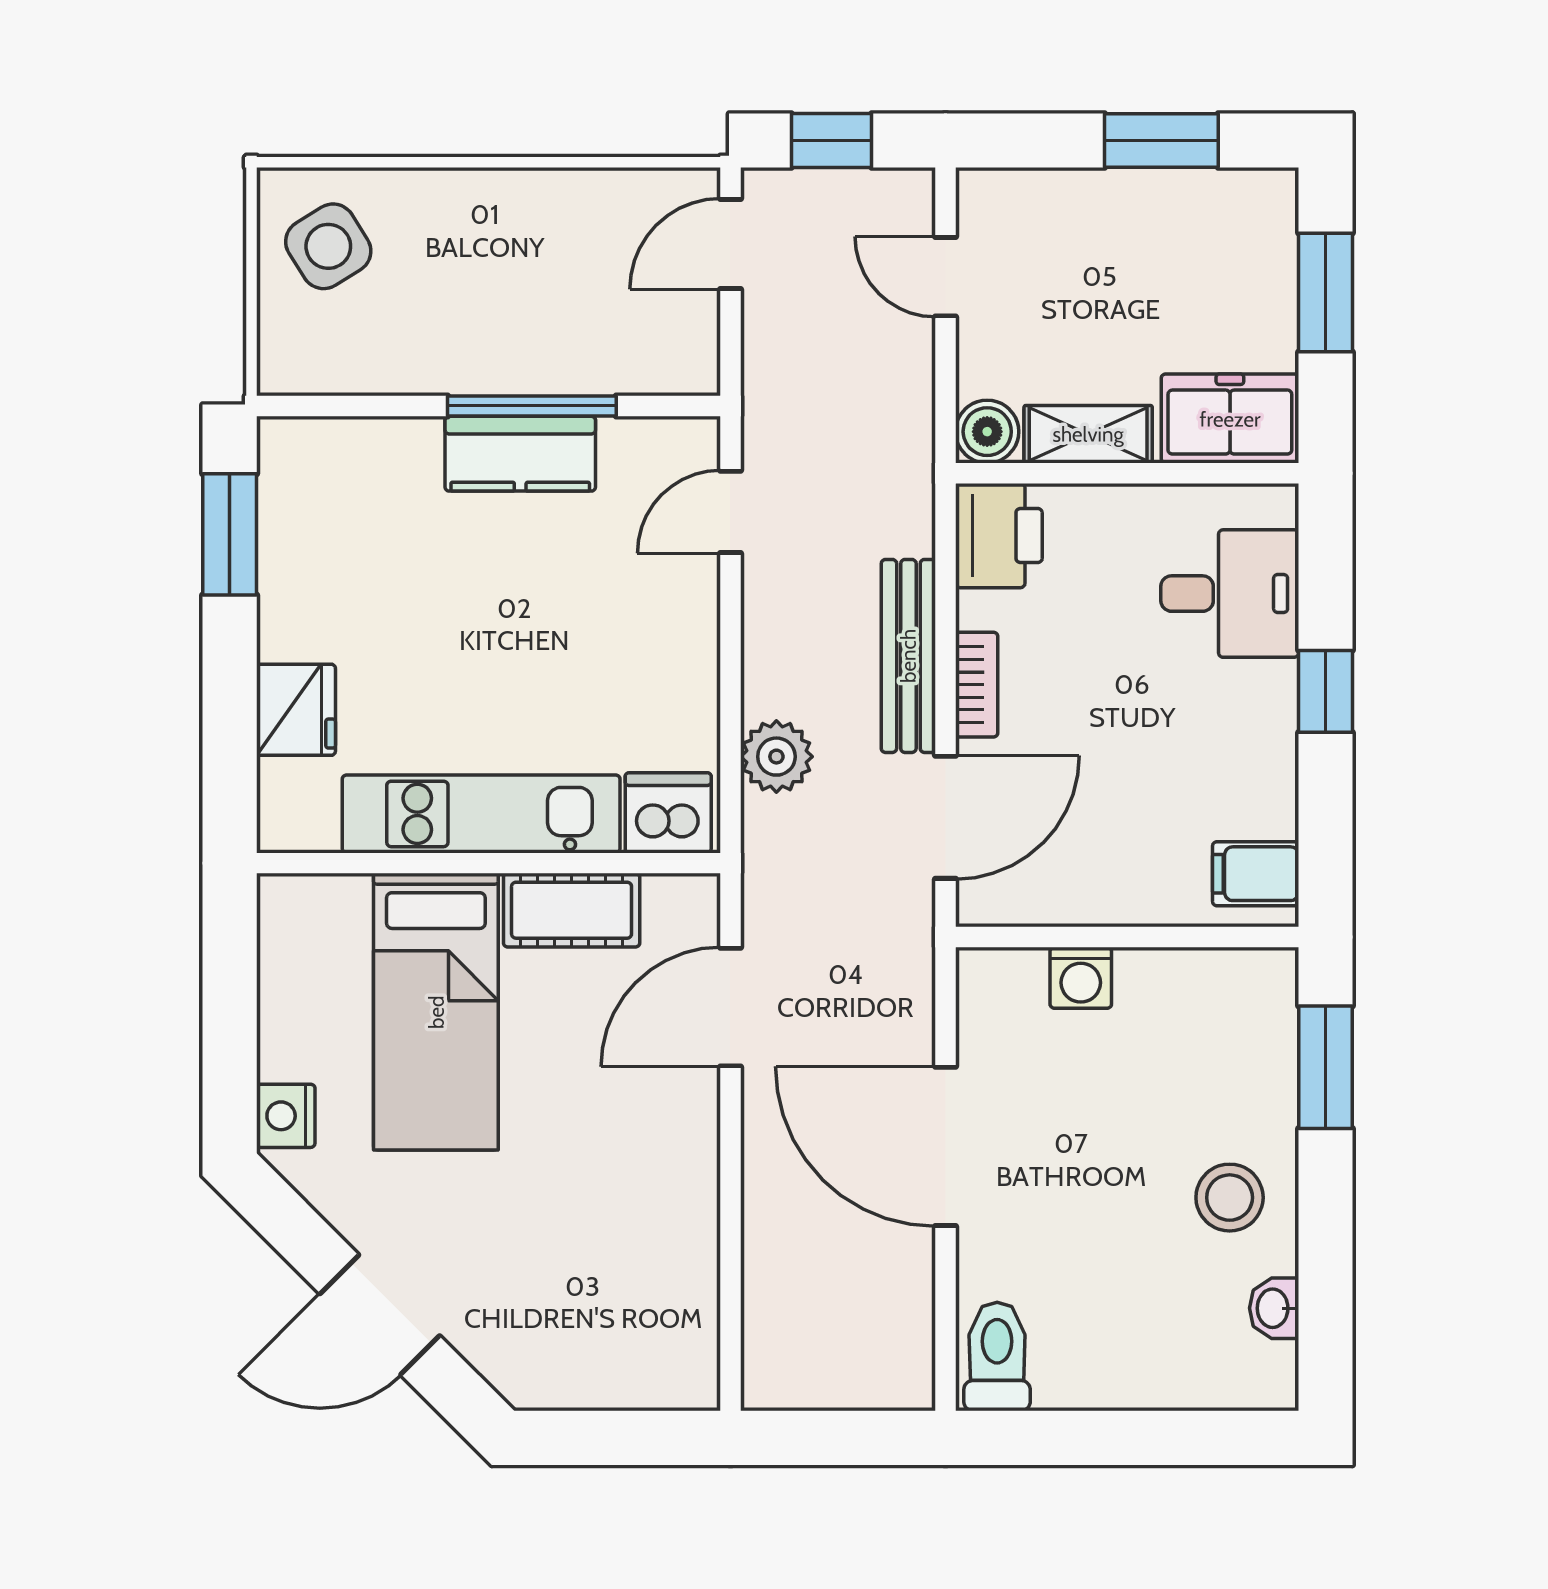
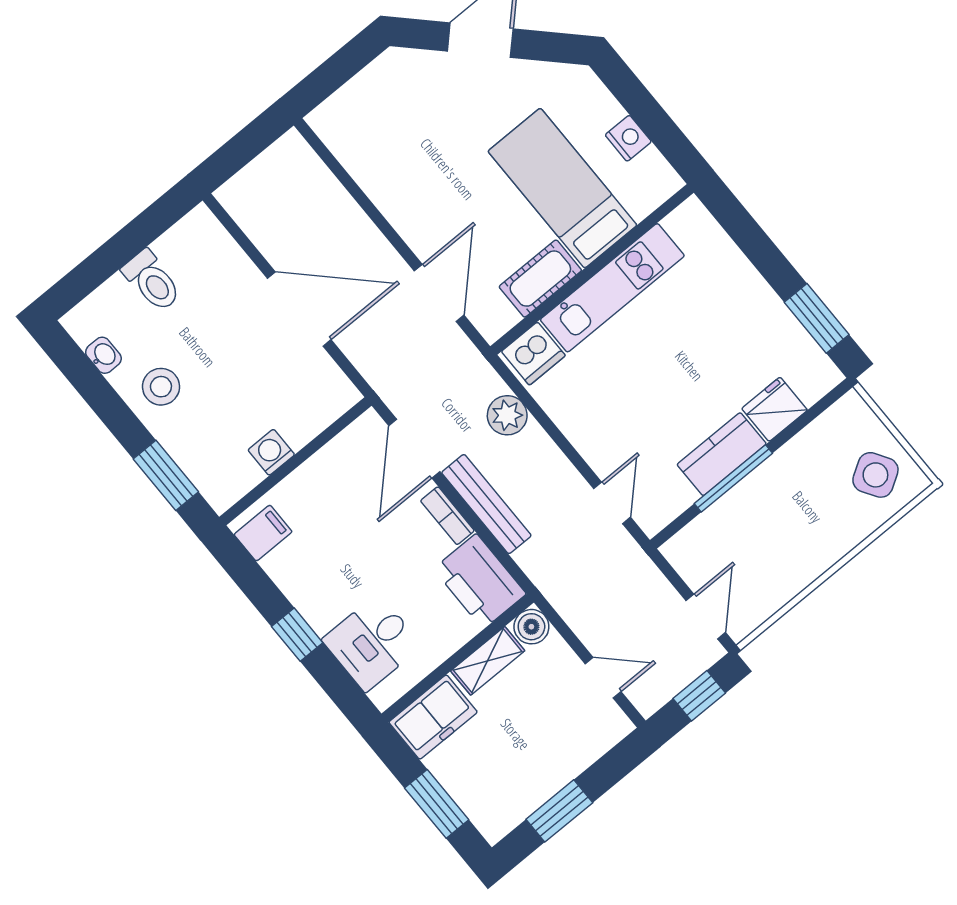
printer: (999, 536) -> (480, 581), width x1.37, depth x1.19
fridge: (296, 710) -> (775, 409), moved, turned 90
washing machine: (1081, 978) -> (271, 452), moved
nightstand: (286, 1116) -> (628, 138), moved
toilet: (997, 1357) -> (152, 281), moved

